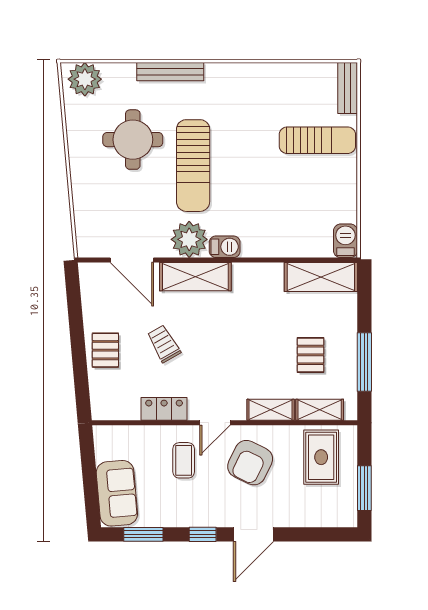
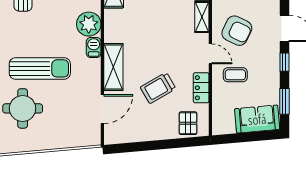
plant: (189, 239) -> (89, 24), moved
trolley: (164, 344) -> (158, 88), width x1.36, depth x1.39
pallet: (105, 350) -> (188, 123), moved, turned 90

